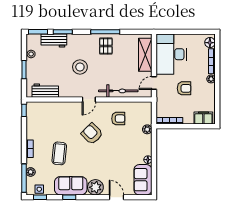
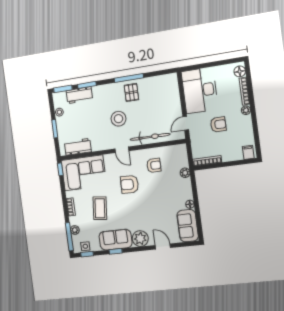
shelving: (145, 55) -> (173, 95), removed
stool: (80, 67) -> (118, 119), moved
door: (89, 99) -> (122, 150), hinge flipped
corner sofa: (48, 117) -> (84, 173), added
filing cabinet: (203, 118) -> (248, 152), width x0.50
armchair: (92, 134) -> (129, 184), turned -43

